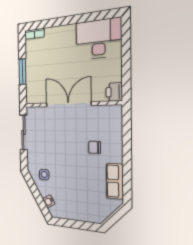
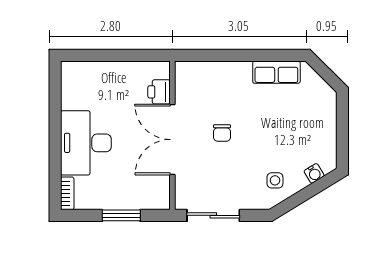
desk: (99, 39) -> (86, 143), moved
printer: (114, 92) -> (159, 92), moved, turned 90
chair: (95, 147) -> (222, 133), moved

